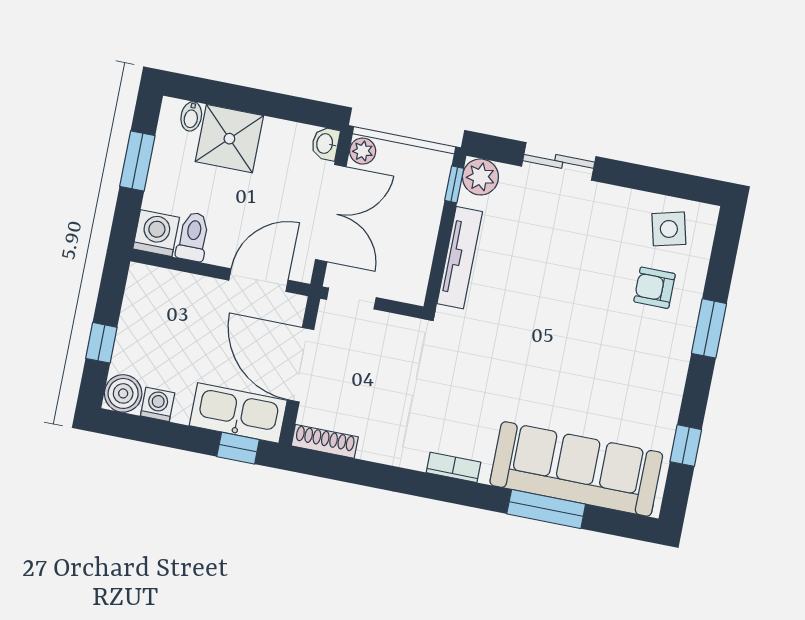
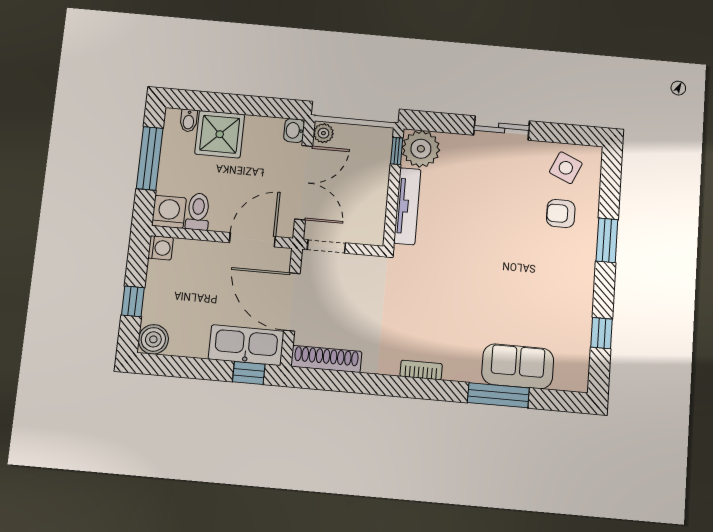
window: (137, 161) -> (150, 158), width x1.44
sliding door: (559, 161) -> (502, 128), moved
plant: (480, 177) -> (421, 149), width x1.36, depth x1.36
side table: (669, 229) -> (566, 168), turned 38
washing machine: (158, 404) -> (161, 248), moved, turned 90
shoe rack: (325, 441) -> (326, 359), width x1.36, depth x1.24
sofa: (576, 469) -> (518, 366), width x0.54, depth x0.79

